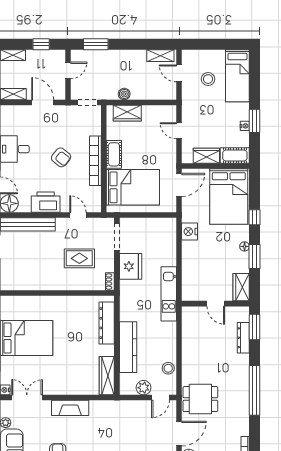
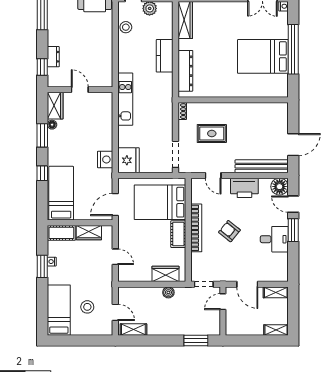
window: (41, 44) -> (249, 341), removed
door: (68, 70) -> (223, 302), moved
bed: (229, 197) -> (61, 193), width x0.67
floor lamp: (245, 246) -> (52, 125), moved
fridge: (131, 266) -> (129, 160), moved, turned 180
window: (255, 327) -> (42, 67), width x0.67
dresser: (243, 338) -> (53, 57), width x0.70
kitchen counter: (128, 347) -> (165, 56), width x0.67

